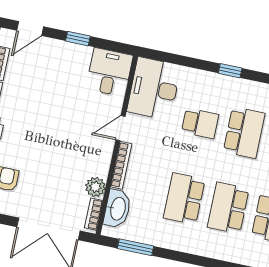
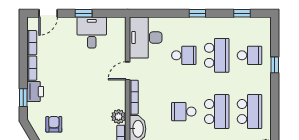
desk: (109, 72) -> (92, 33), moved
school desk: (184, 199) -> (184, 112), width x0.54
school desk: (228, 208) -> (217, 112), turned 180

